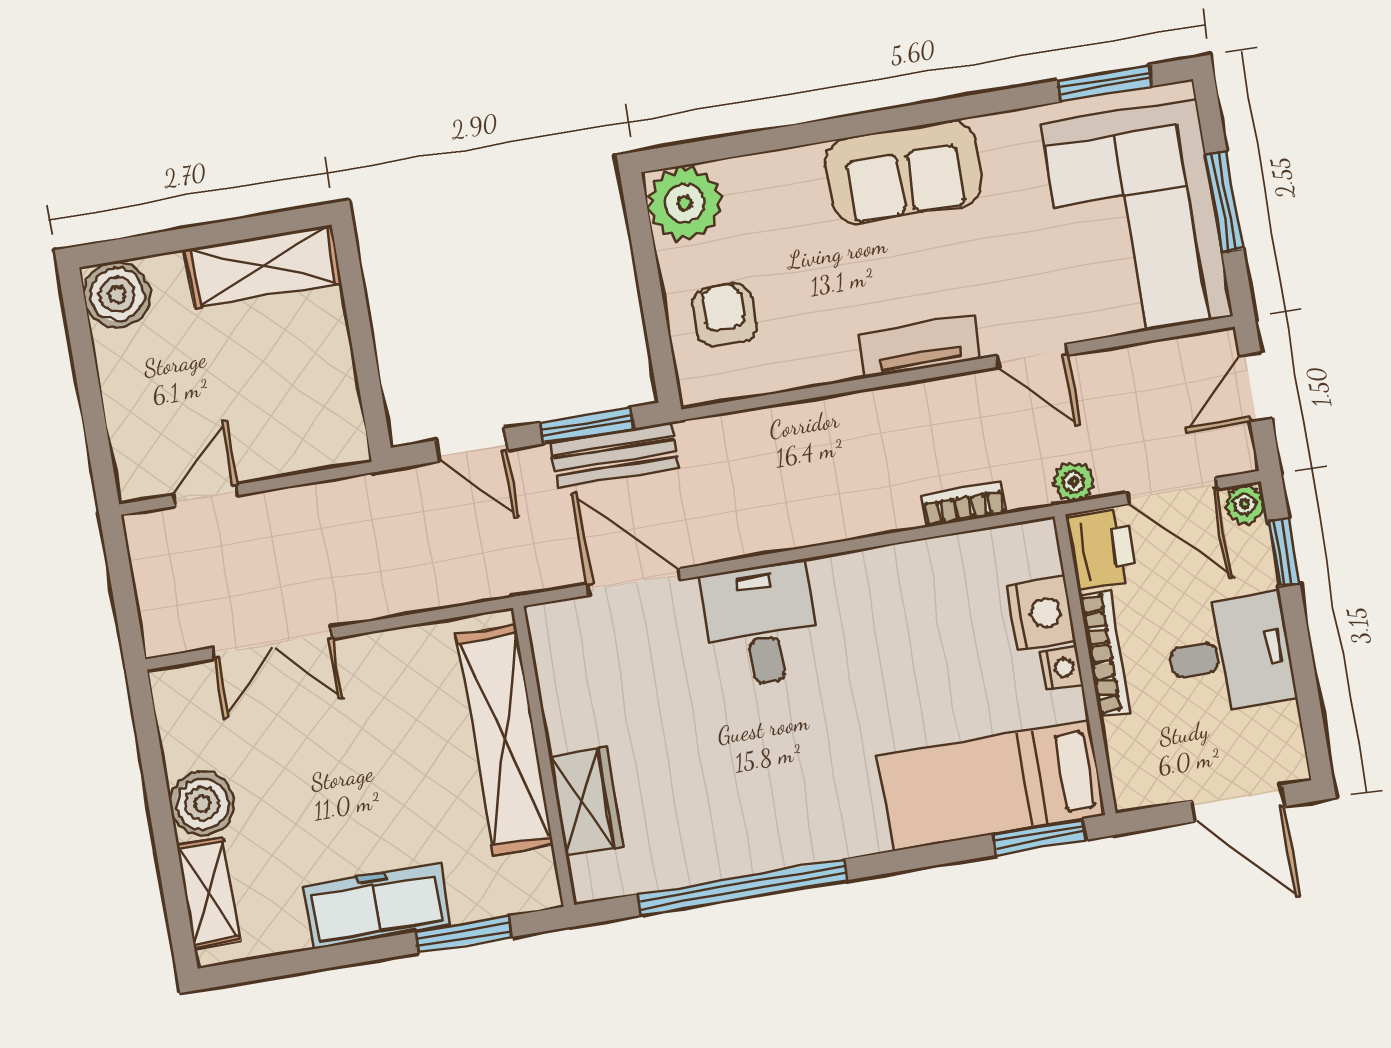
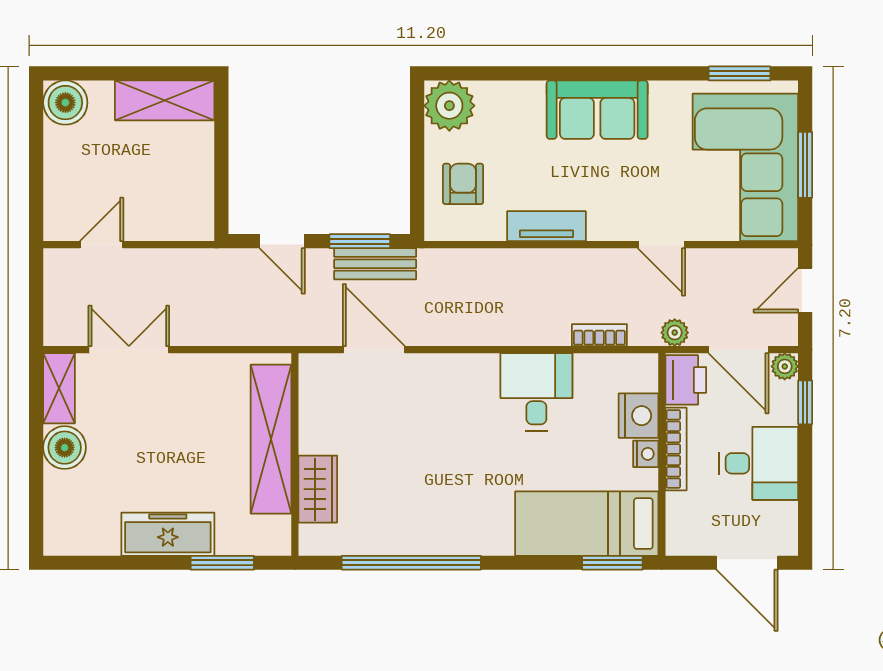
tv unit: (920, 346) -> (546, 226), moved
desk: (761, 625) -> (536, 392), moved
double door: (273, 643) -> (129, 350), swing flipped
shelving: (209, 893) -> (59, 388), moved

